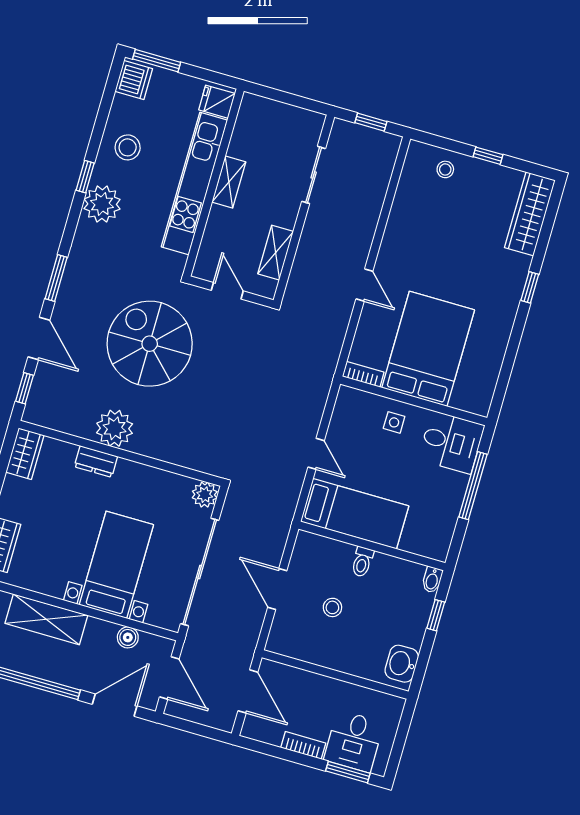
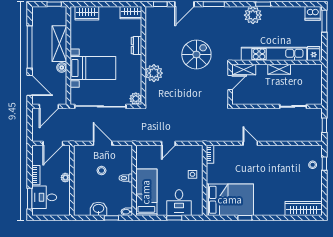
stool: (128, 147) -> (282, 19), removed
window: (488, 156) -> (324, 164), moved
shelving: (276, 253) -> (244, 70), moved
door: (364, 285) -> (250, 143), swing flipped
window: (530, 287) -> (245, 218), moved
spiral stairs: (150, 344) -> (196, 55), width x0.73, depth x0.73
bed: (428, 349) -> (230, 200), moved
plant: (115, 428) -> (154, 73), moved
desk: (451, 442) -> (179, 203), moved
window: (473, 486) -> (174, 218), width x0.46
bed: (355, 514) -> (146, 192), moved, turned 180
door: (277, 589) -> (103, 143), hinge flipped
boiler: (128, 637) -> (62, 67), moved
washbasin: (402, 664) -> (99, 209), moved
plant: (326, 686) -> (65, 178), added

